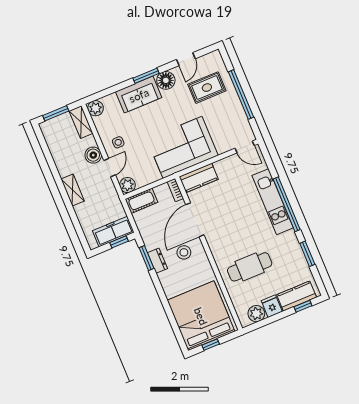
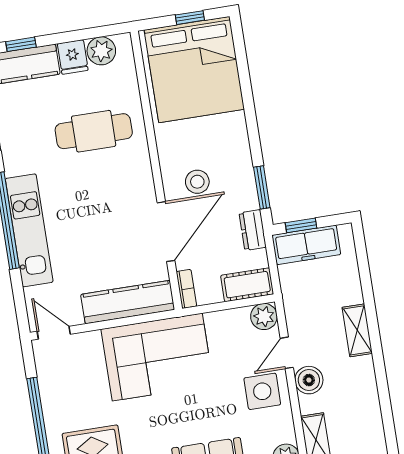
side table: (118, 142) -> (262, 391), width x1.87, depth x1.87
kitchen counter: (199, 178) -> (128, 302), width x1.50
dresser: (157, 261) -> (253, 230), moved

